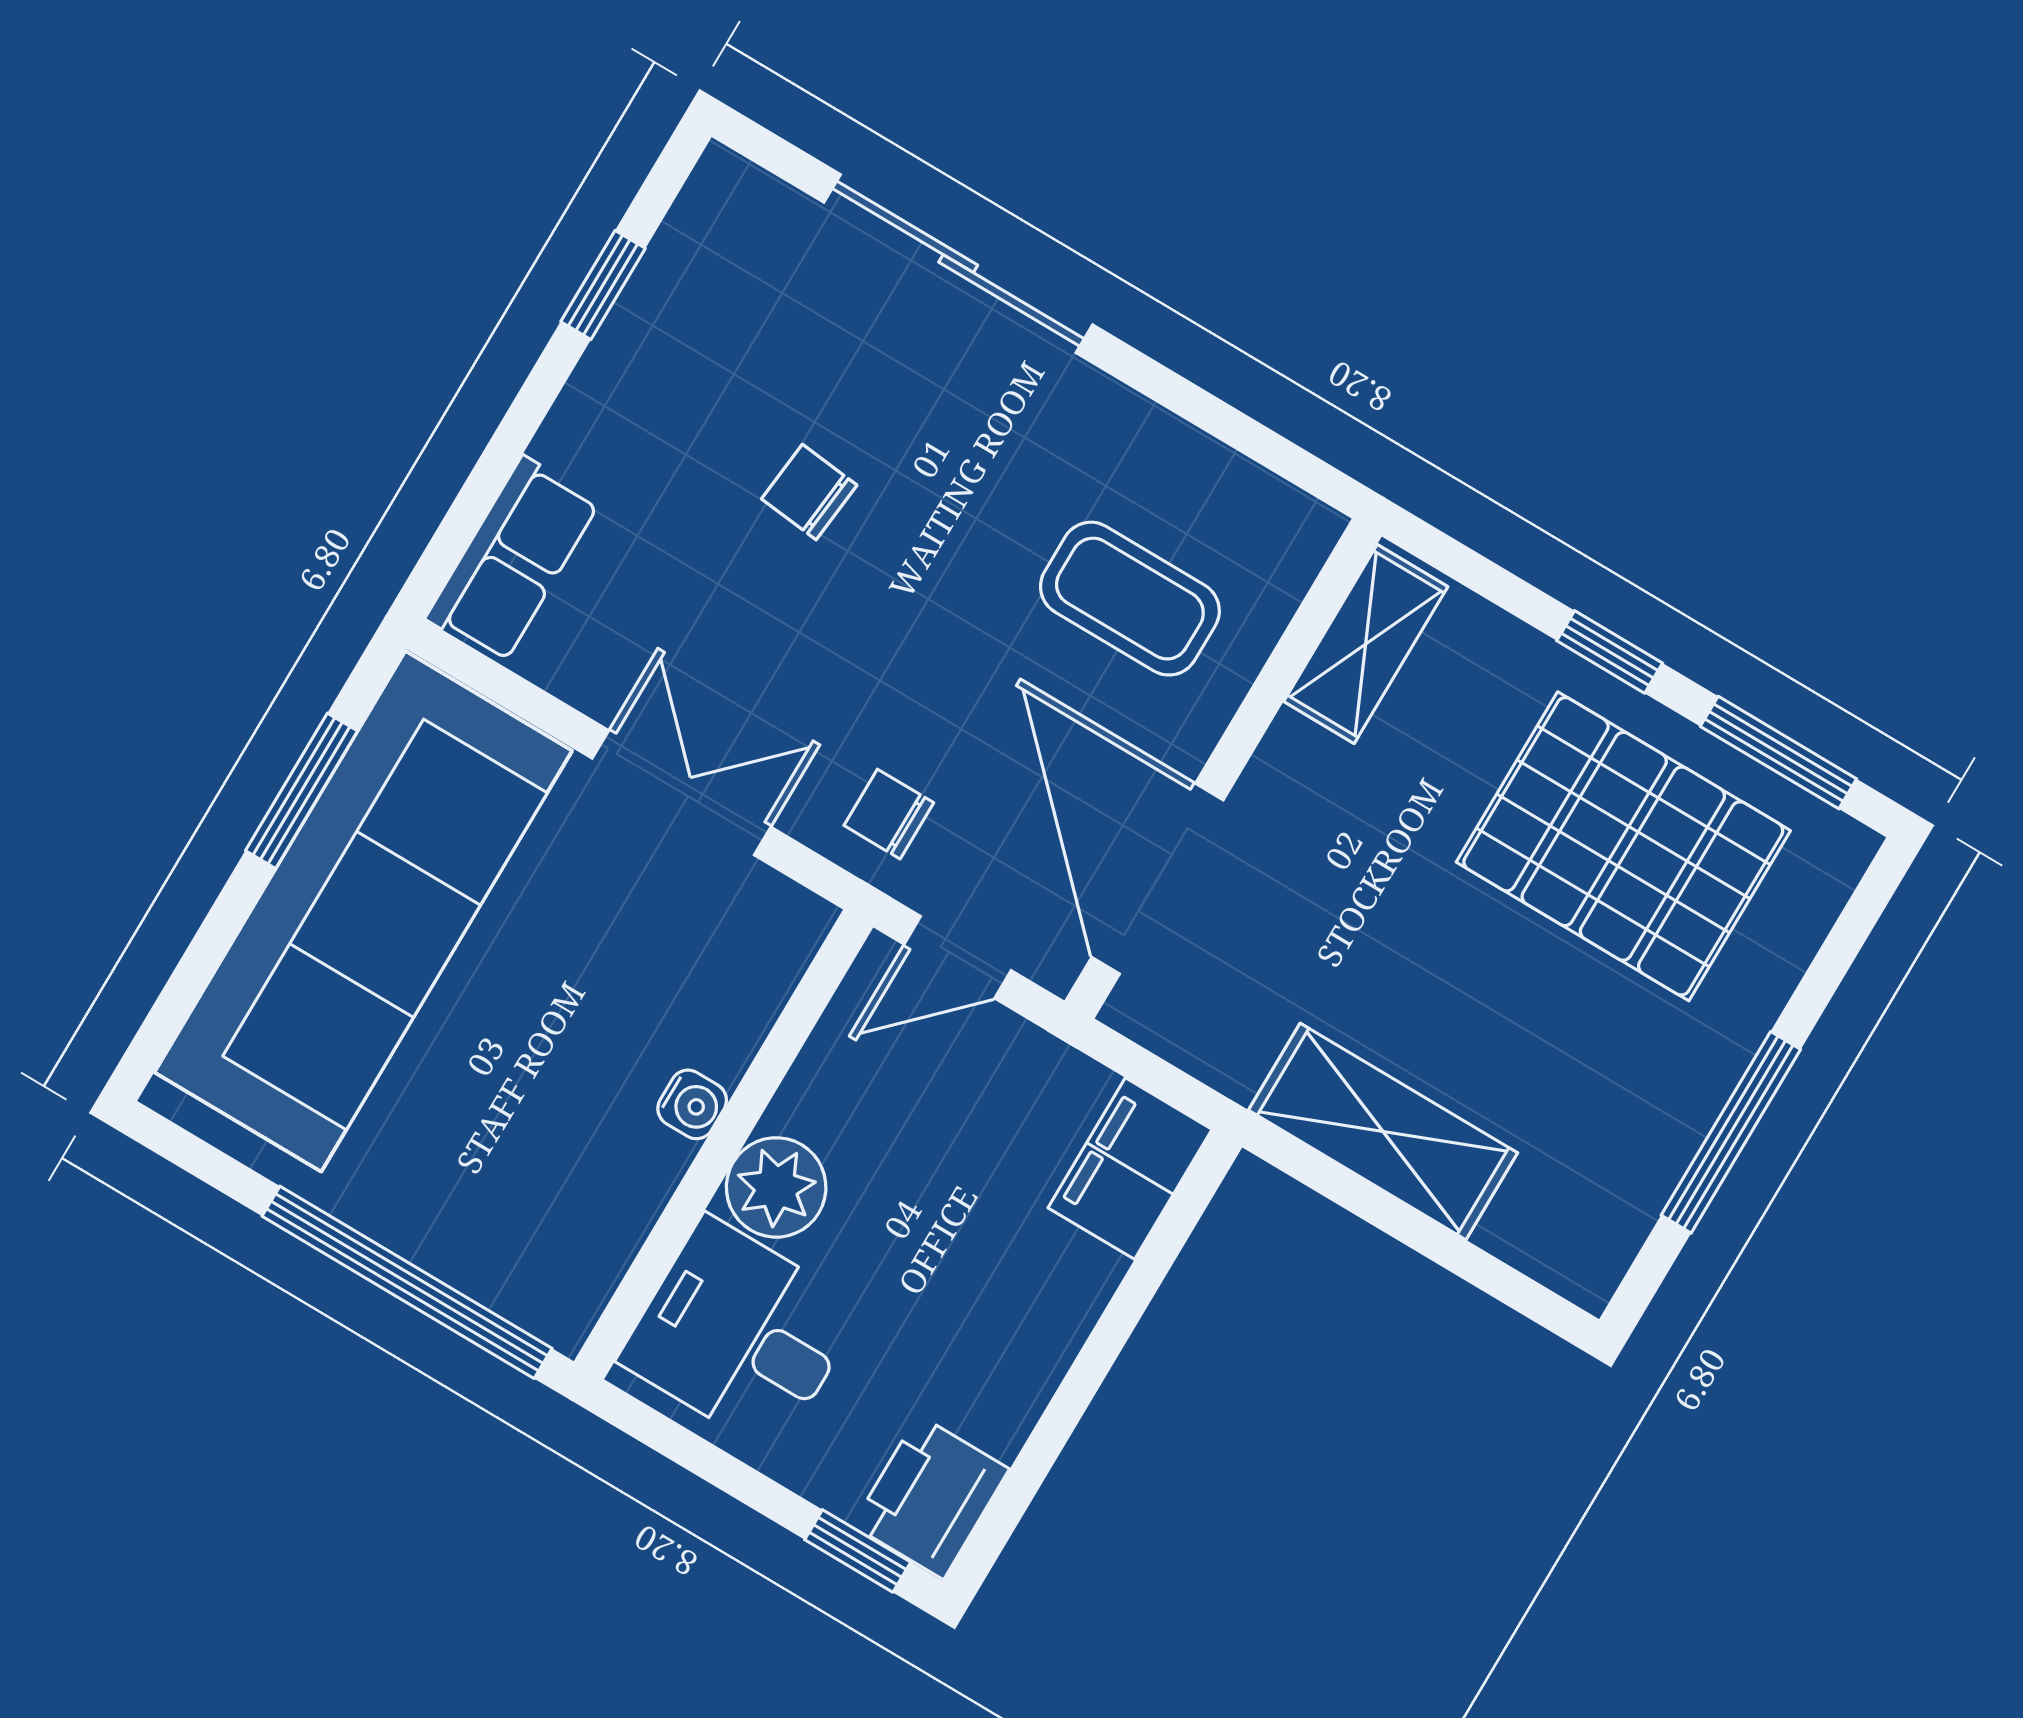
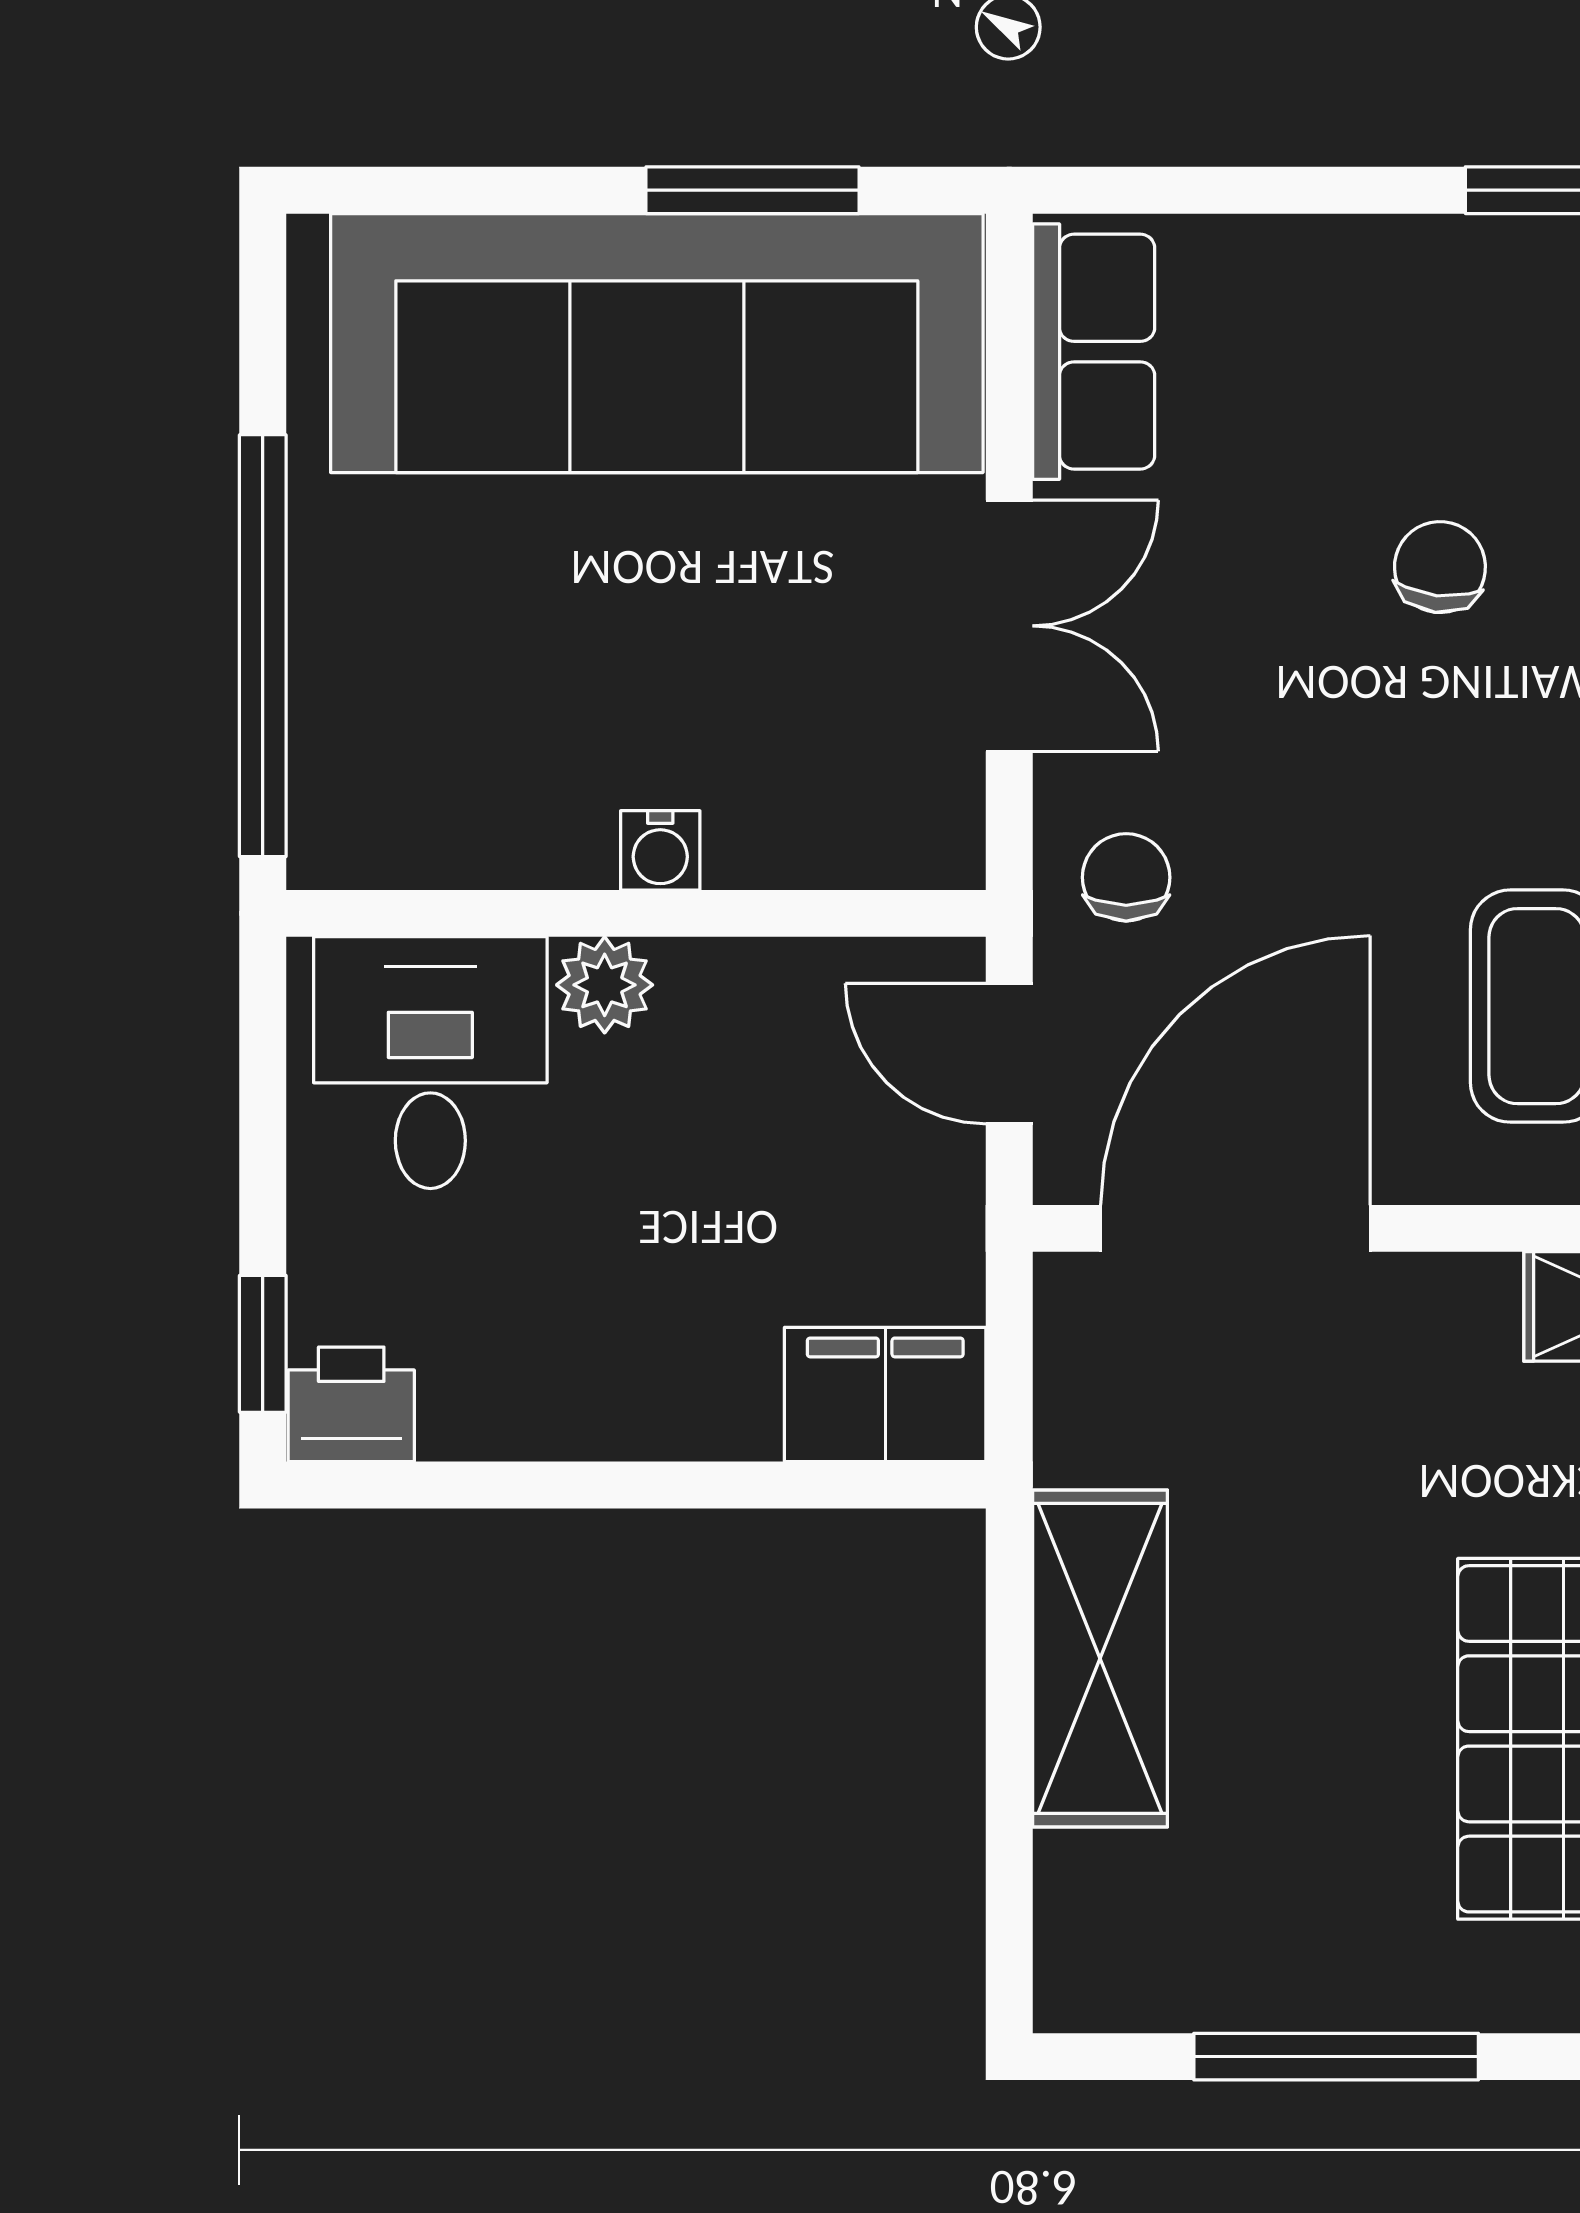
row of seats: (513, 560) -> (1094, 352), moved, turned -90
plant: (776, 1187) -> (605, 985), width x0.73, depth x0.73
printer: (931, 1497) -> (351, 1404), width x0.73, depth x0.81

